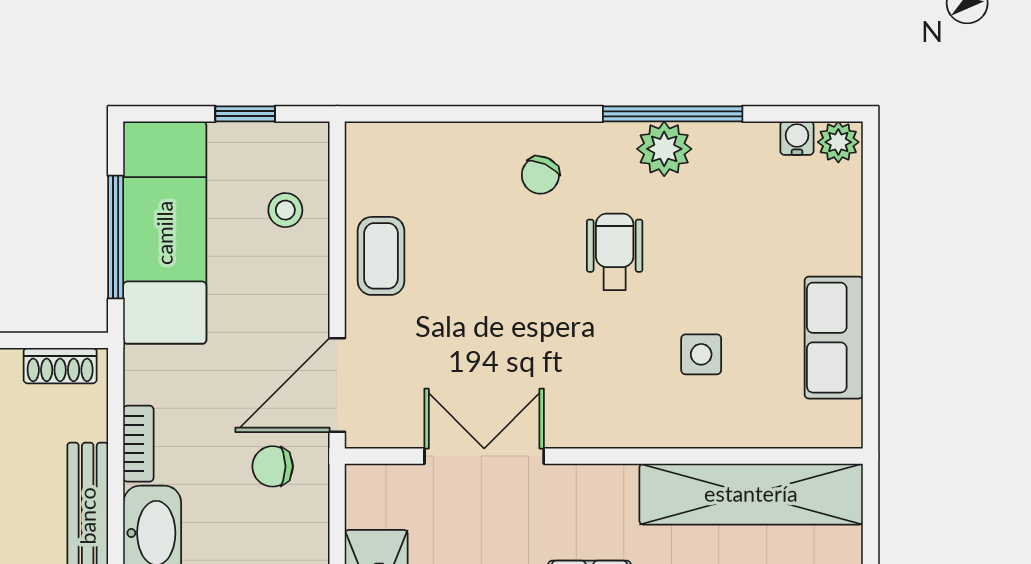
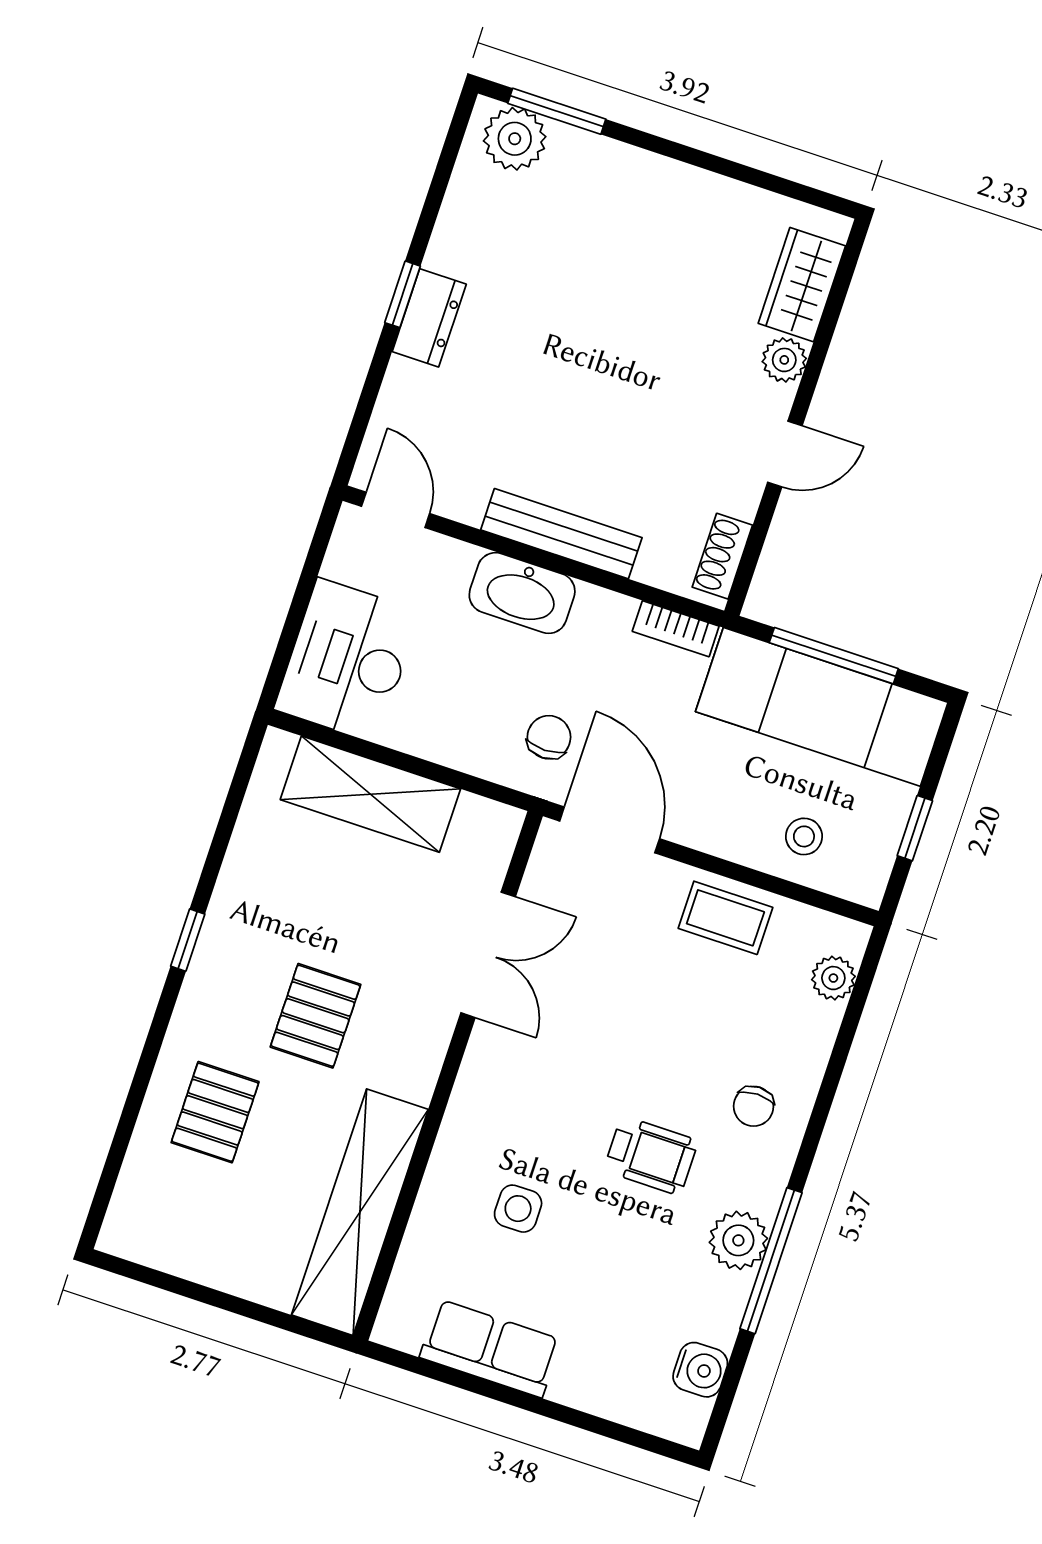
water cooler: (797, 138) -> (700, 1370), width x1.38, depth x1.38
plant: (838, 142) -> (833, 978), moved
chair: (540, 175) -> (754, 1106), turned -114
bookcase: (138, 444) -> (676, 629), moved

